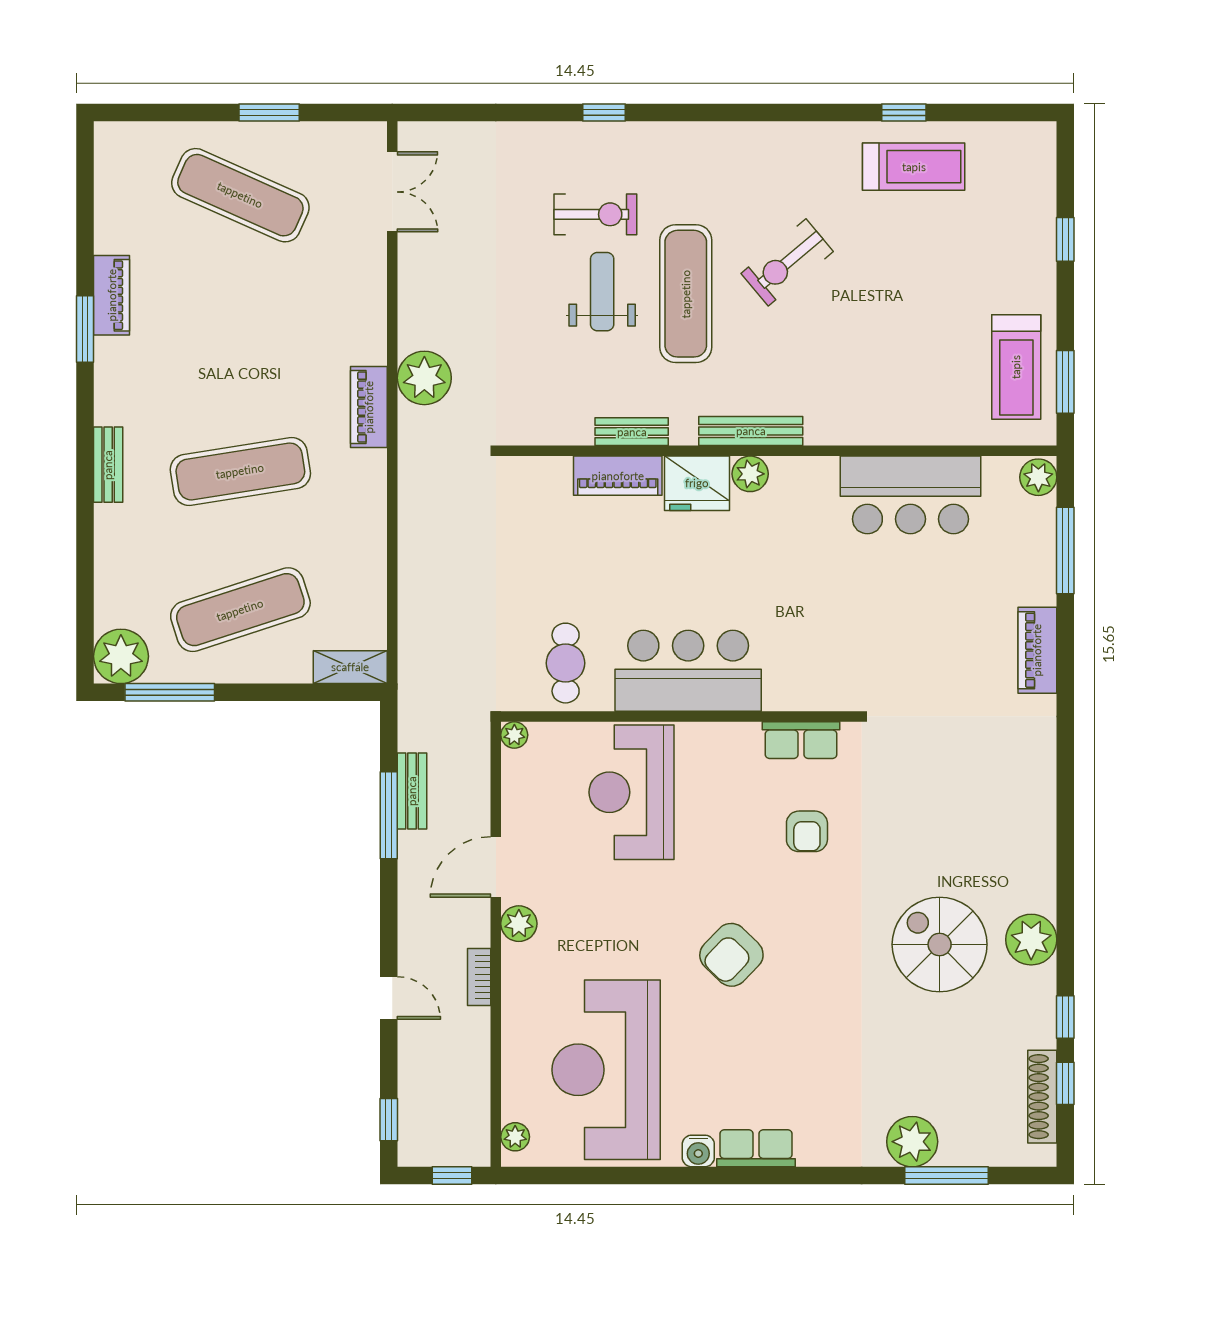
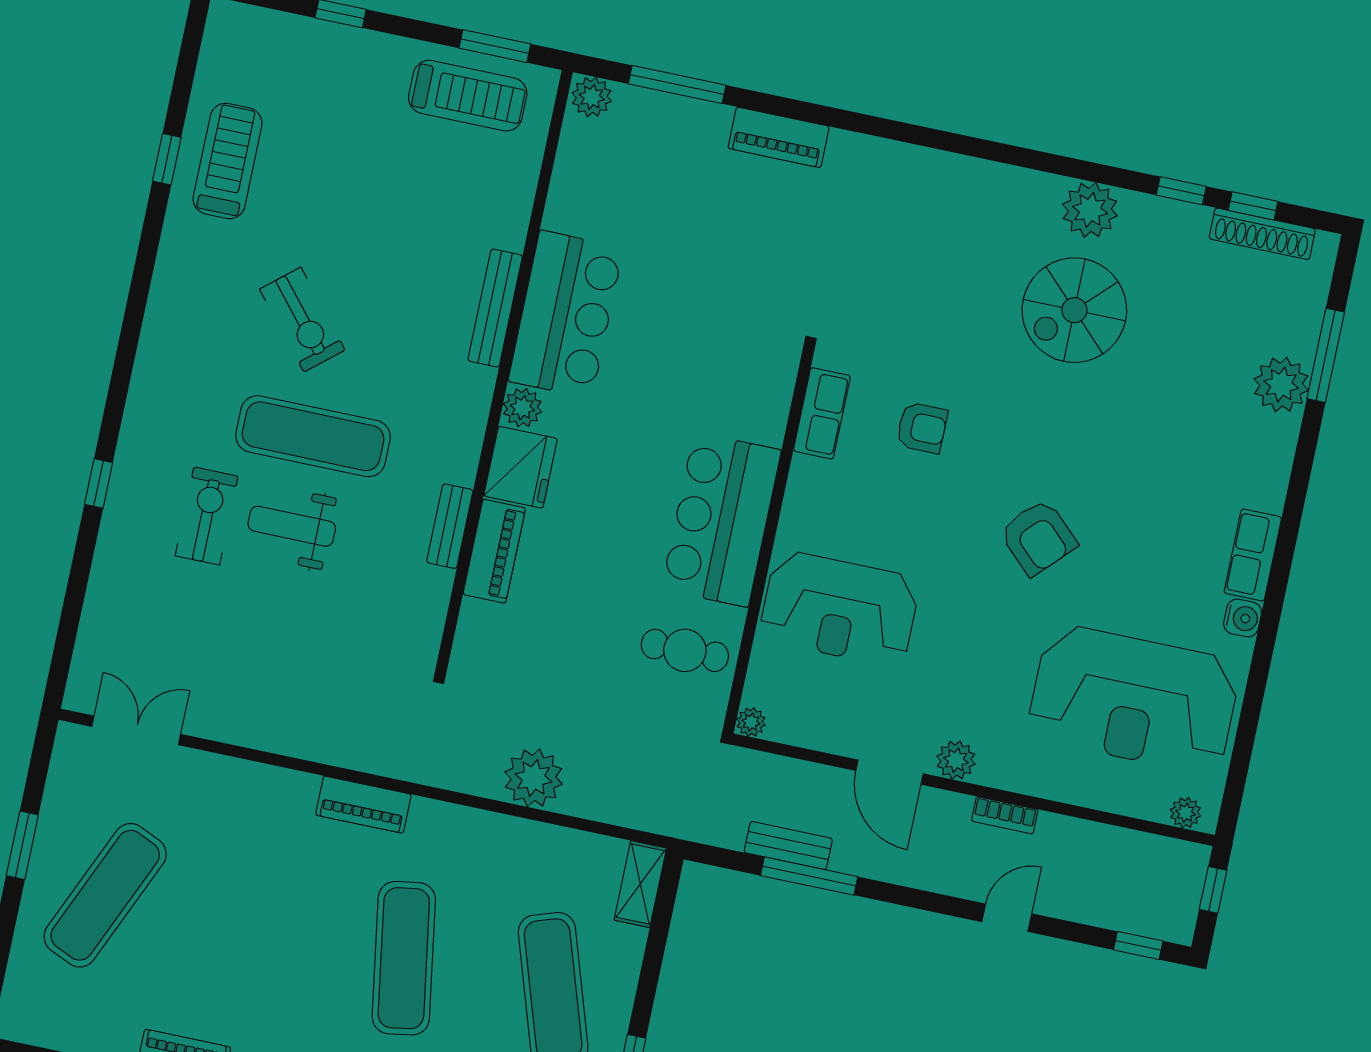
plant: (424, 378) -> (534, 778), moved
bench: (751, 431) -> (495, 308), moved
bar counter: (910, 495) -> (566, 314), moved

